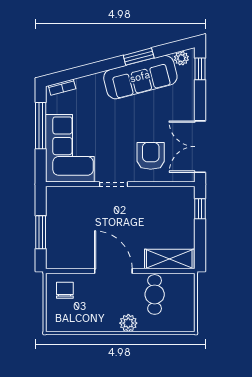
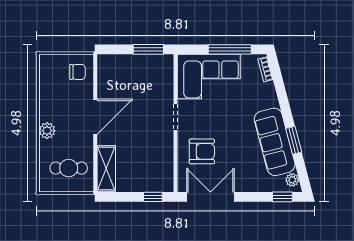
window: (41, 232) -> (148, 49), moved
cafe table: (155, 294) -> (69, 168), moved

